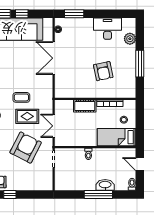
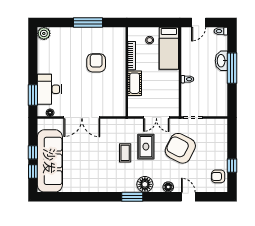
desk: (108, 29) -> (49, 89), moved
plant: (130, 39) -> (44, 33), moved
armchair: (103, 71) -> (96, 63), turned -78

